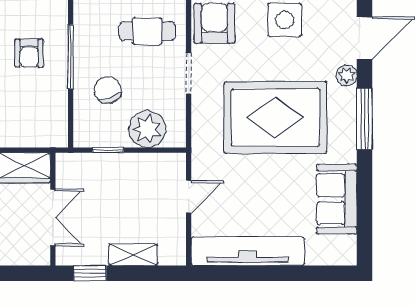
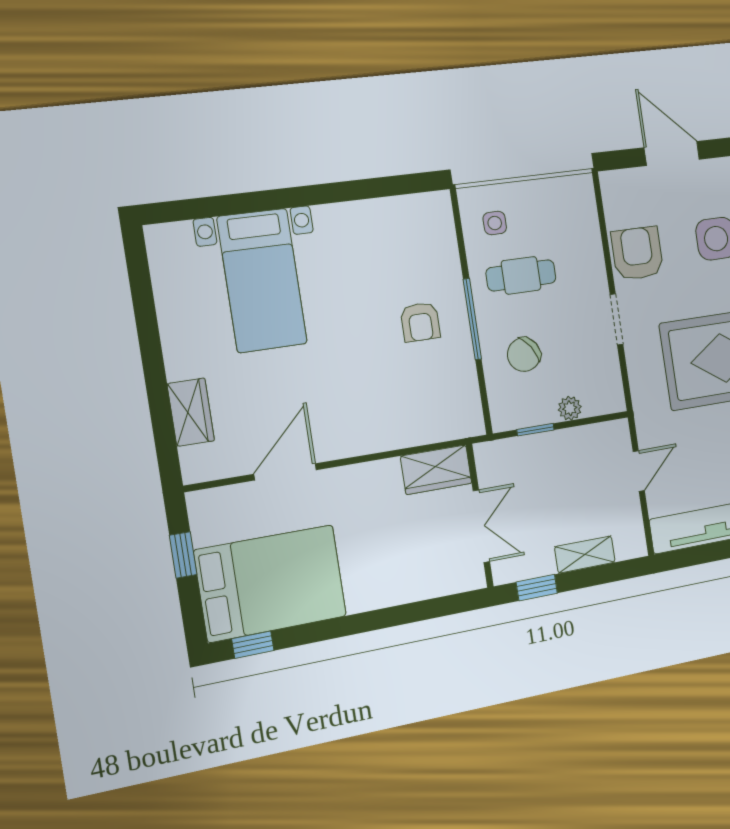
cafe table: (147, 31) -> (521, 275), moved
chair: (108, 90) -> (524, 355), turned -106
plant: (147, 129) -> (570, 408), width x0.53, depth x0.53

